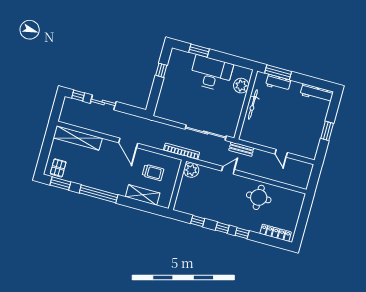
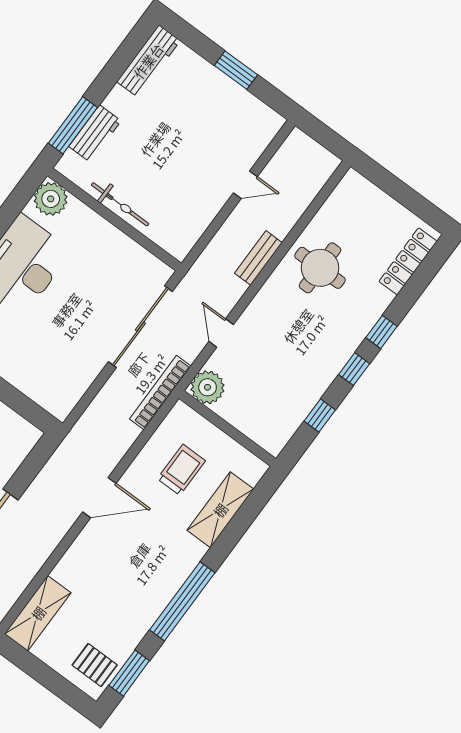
plant: (241, 86) -> (51, 199), moved
shelving: (78, 138) -> (38, 613), width x0.68
bench: (241, 149) -> (258, 258), moved
door: (228, 170) -> (221, 333), moved

